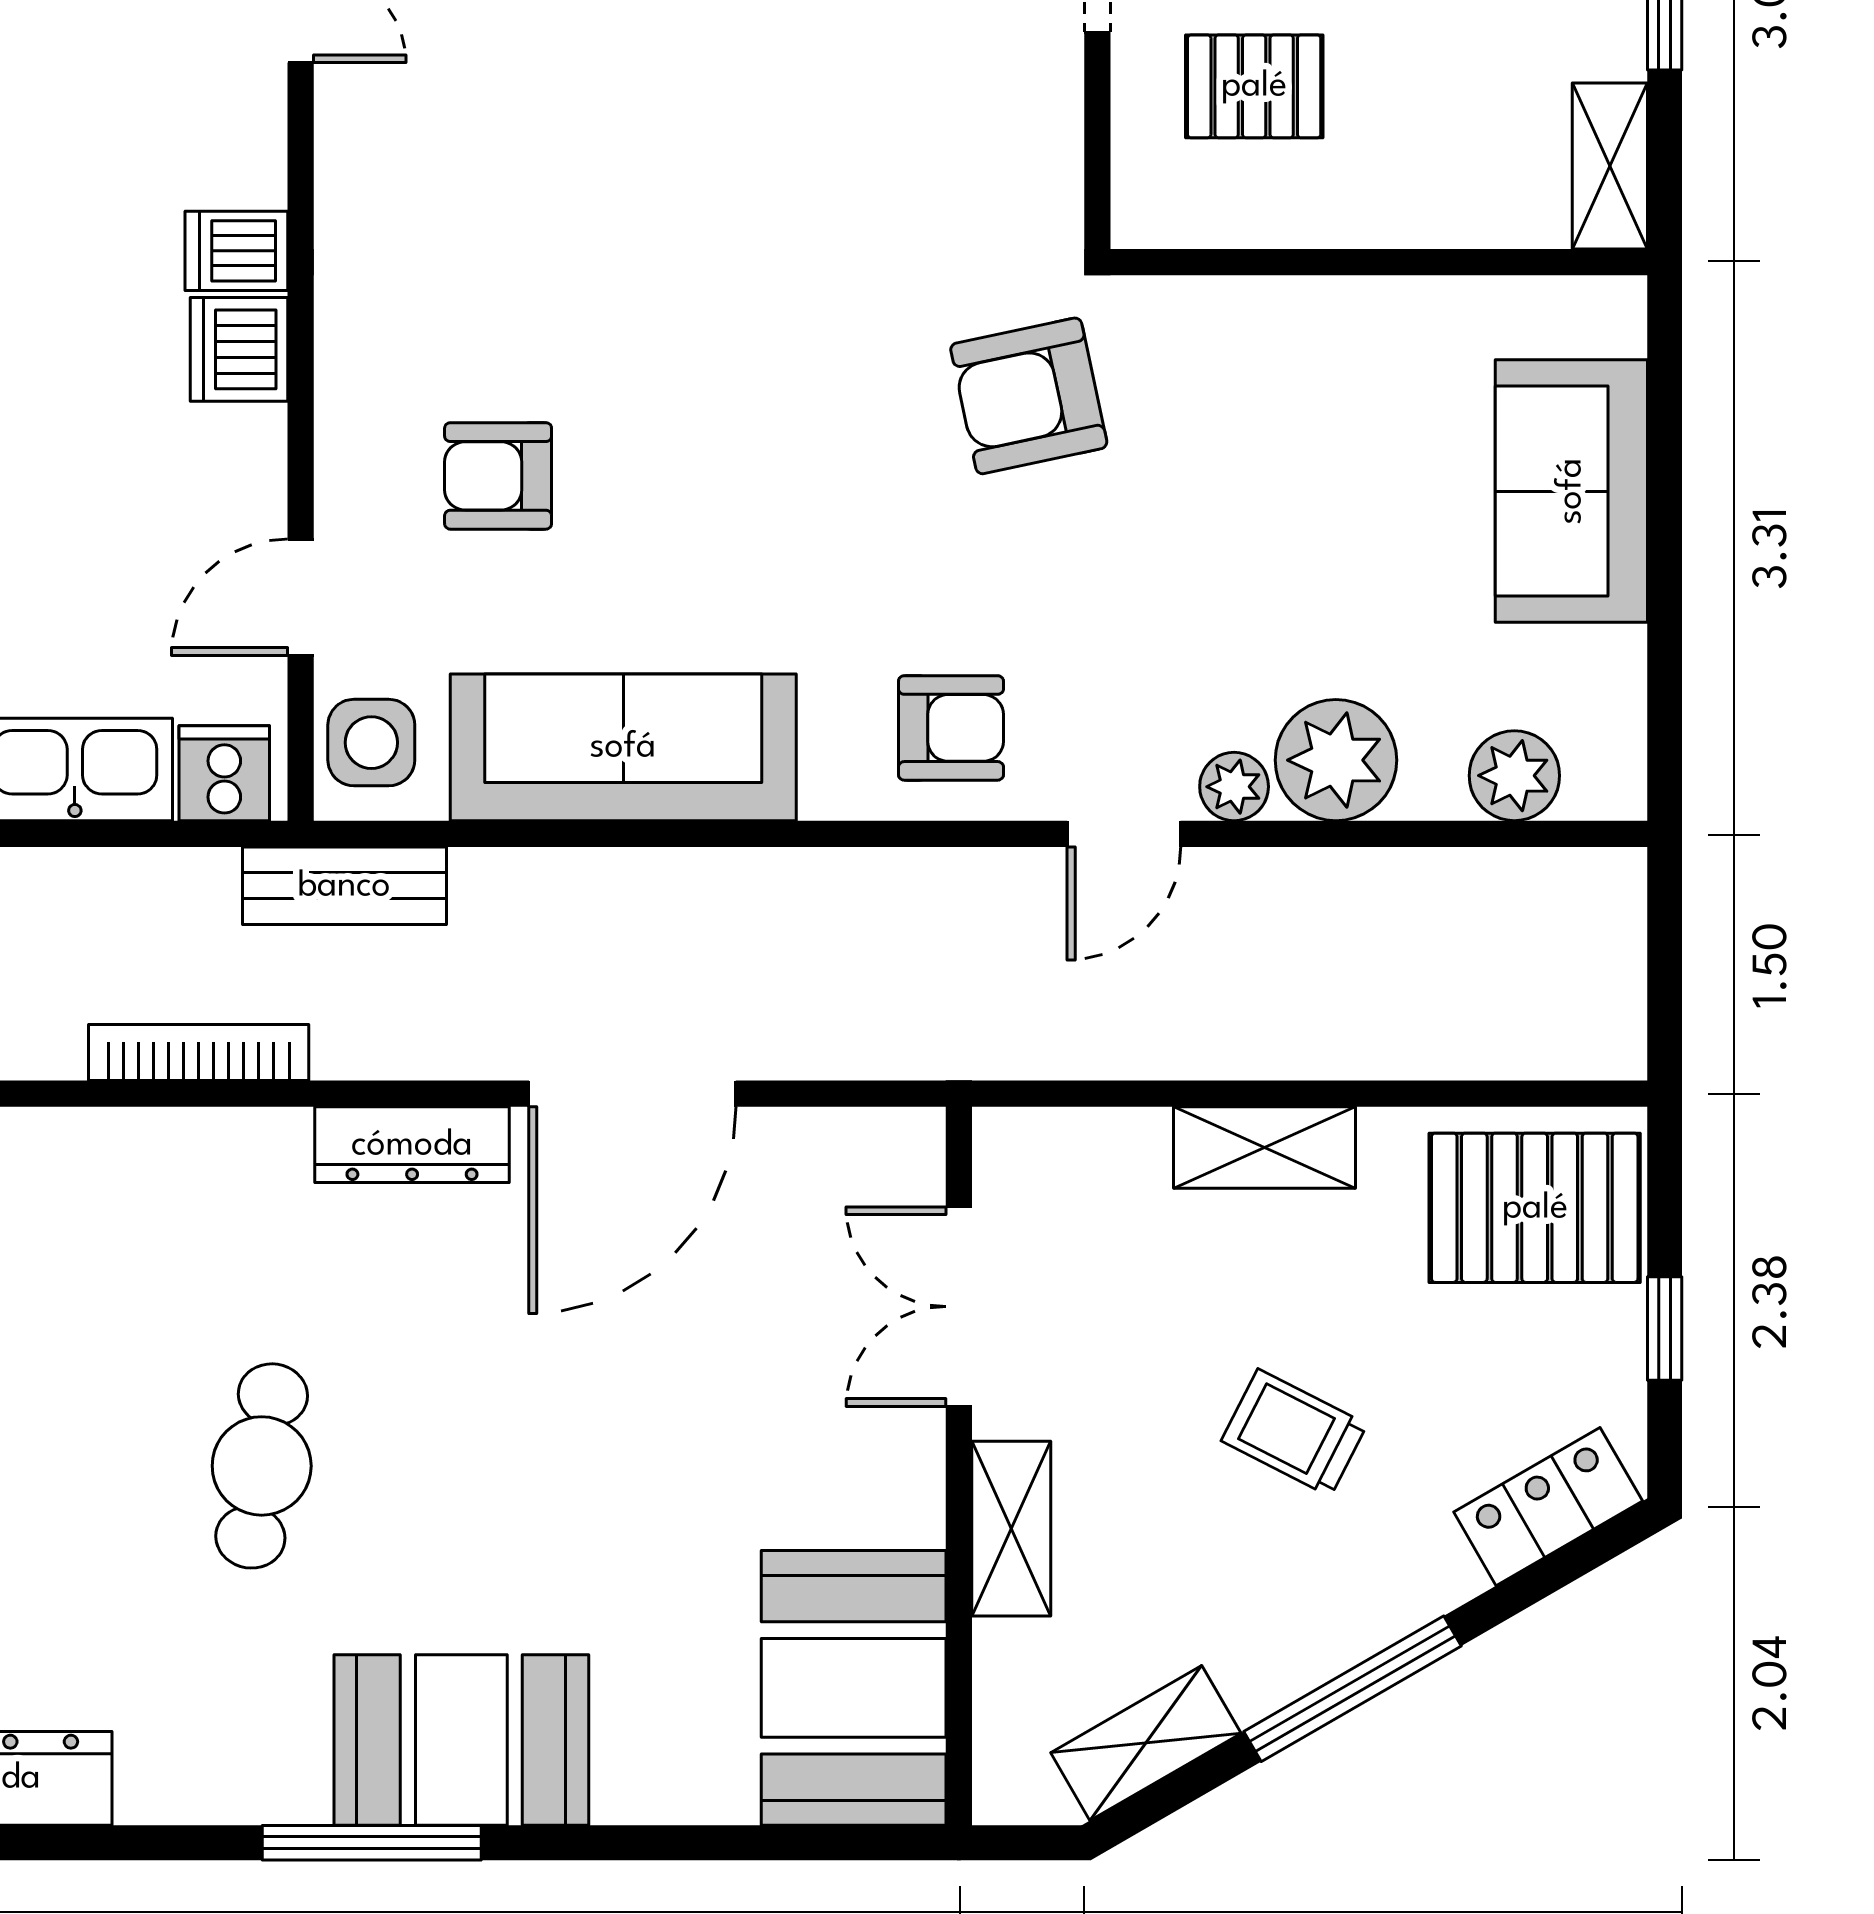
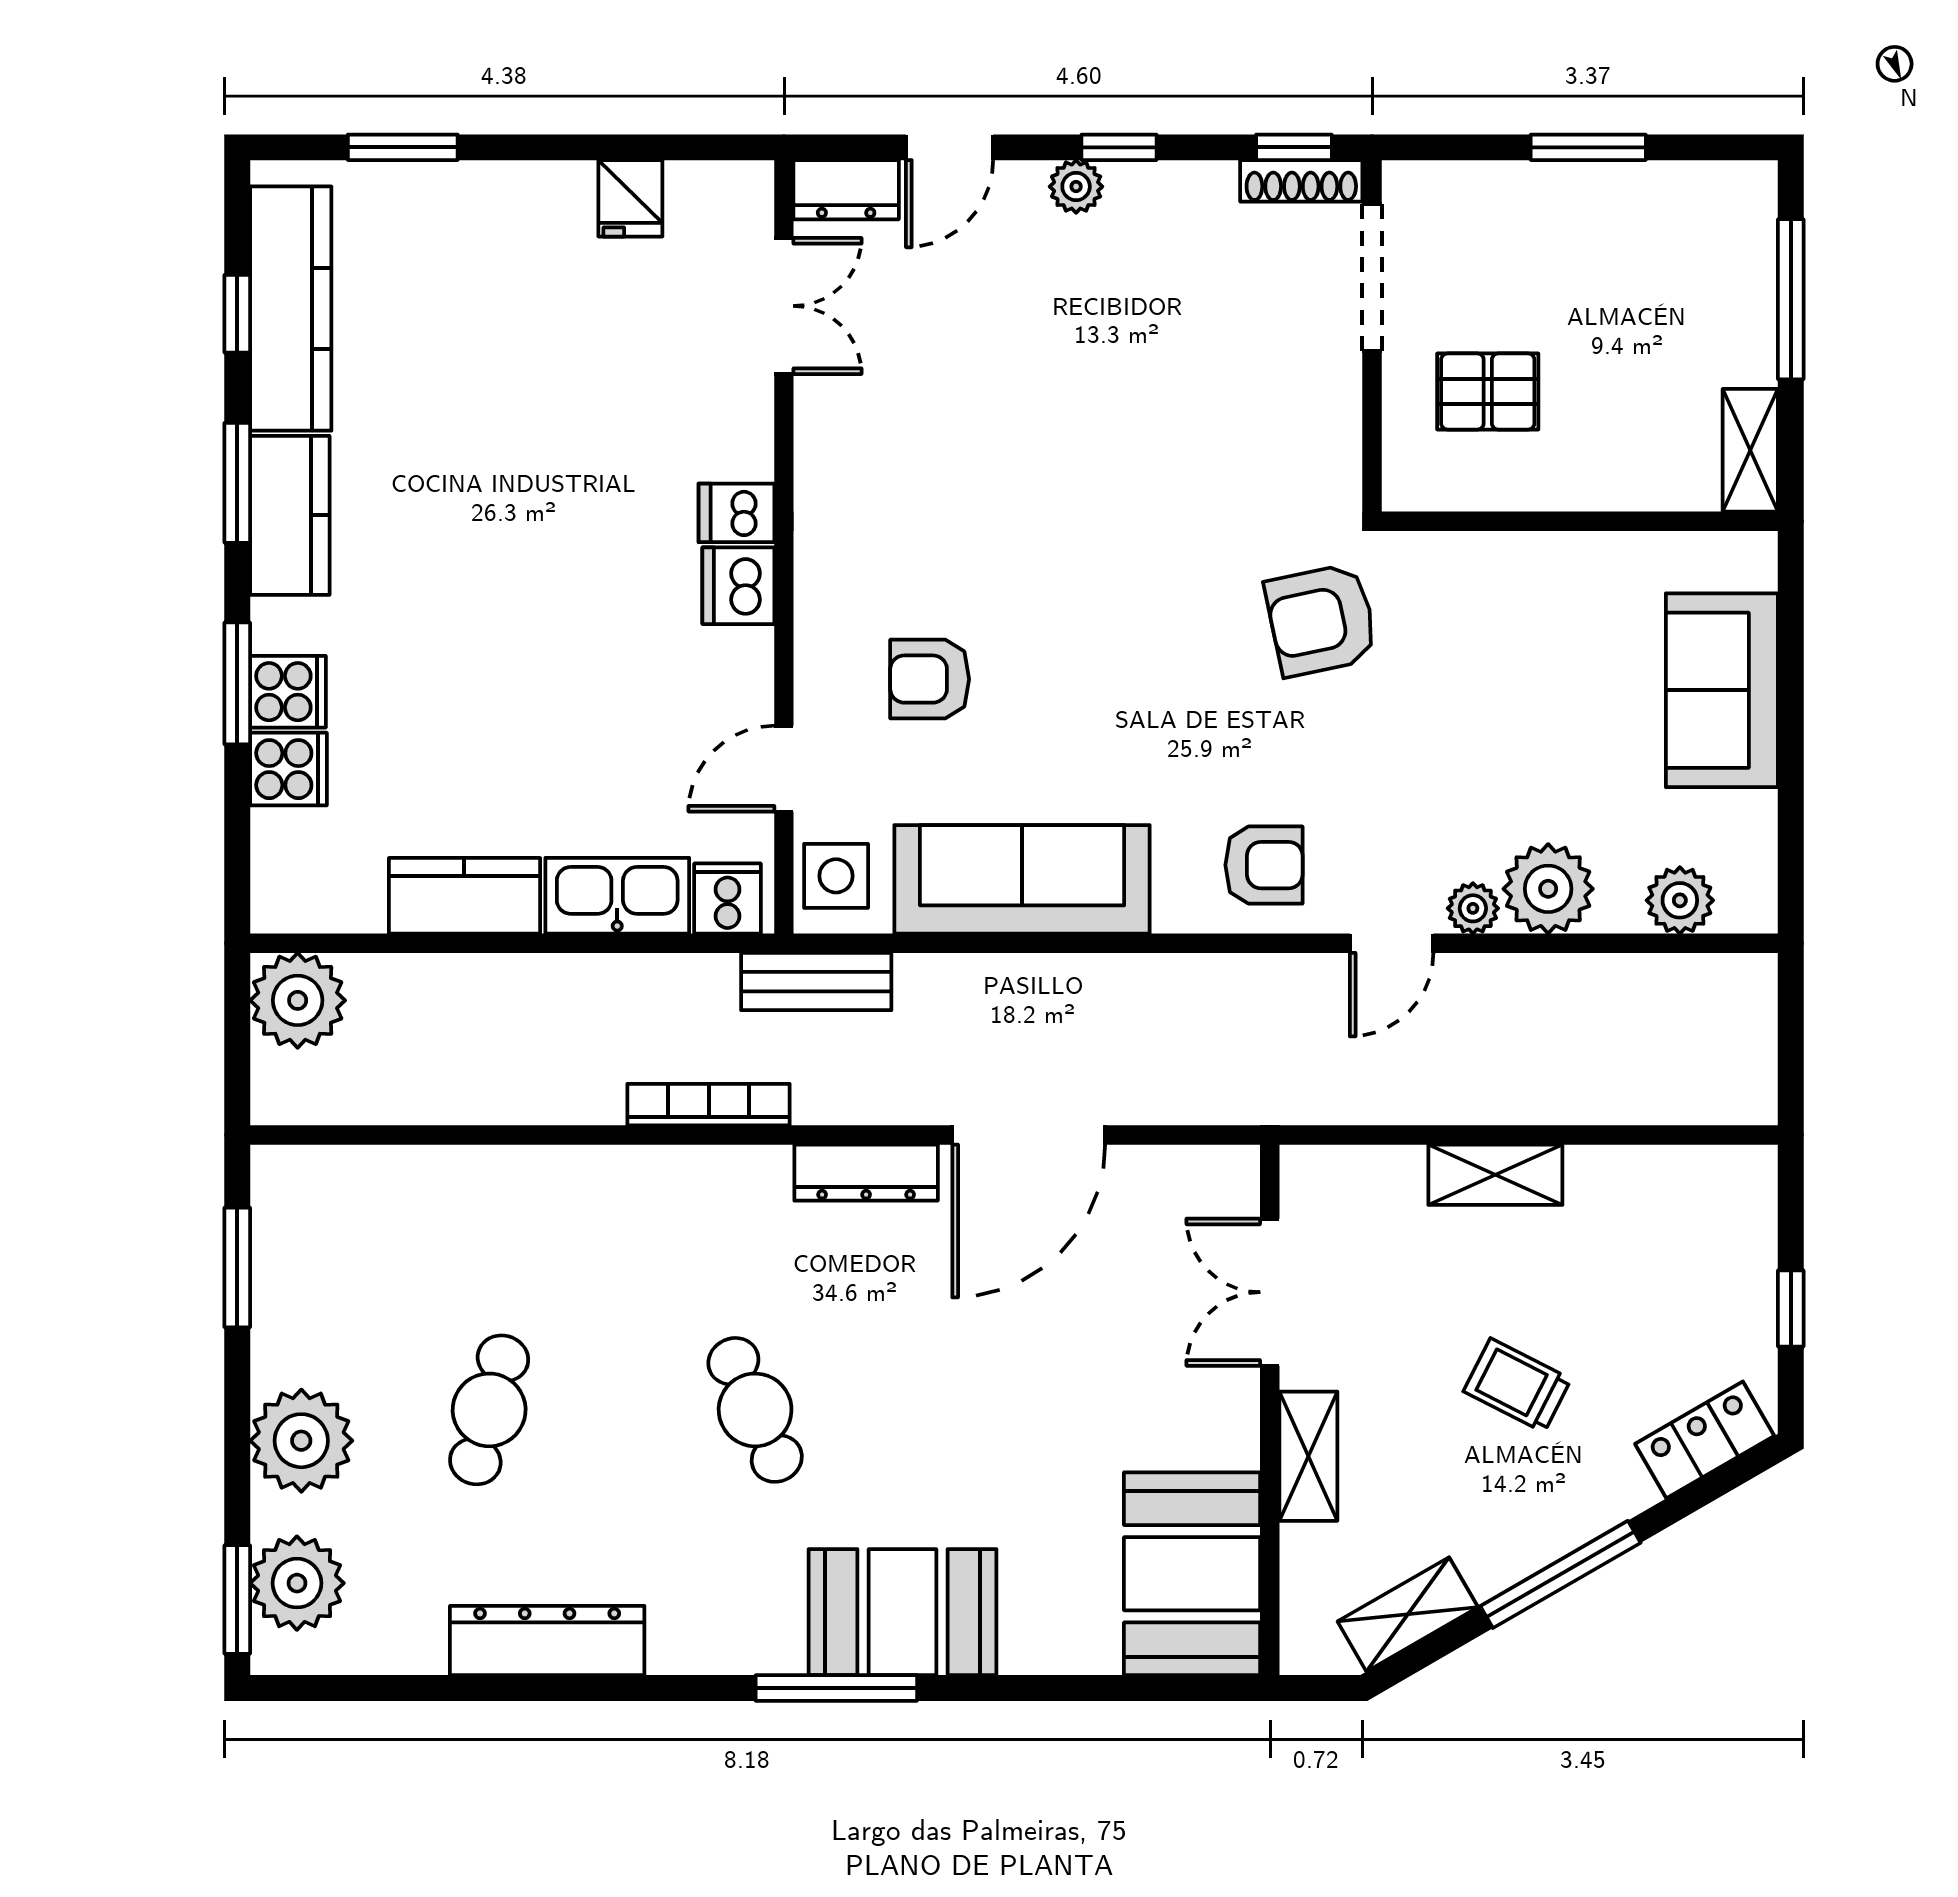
pallet: (1535, 1208) -> (1695, 1219), removed
cafe table: (262, 1466) -> (755, 1410), turned -33

